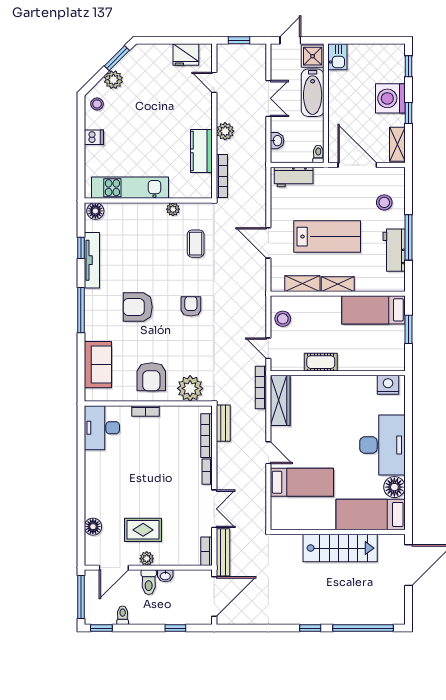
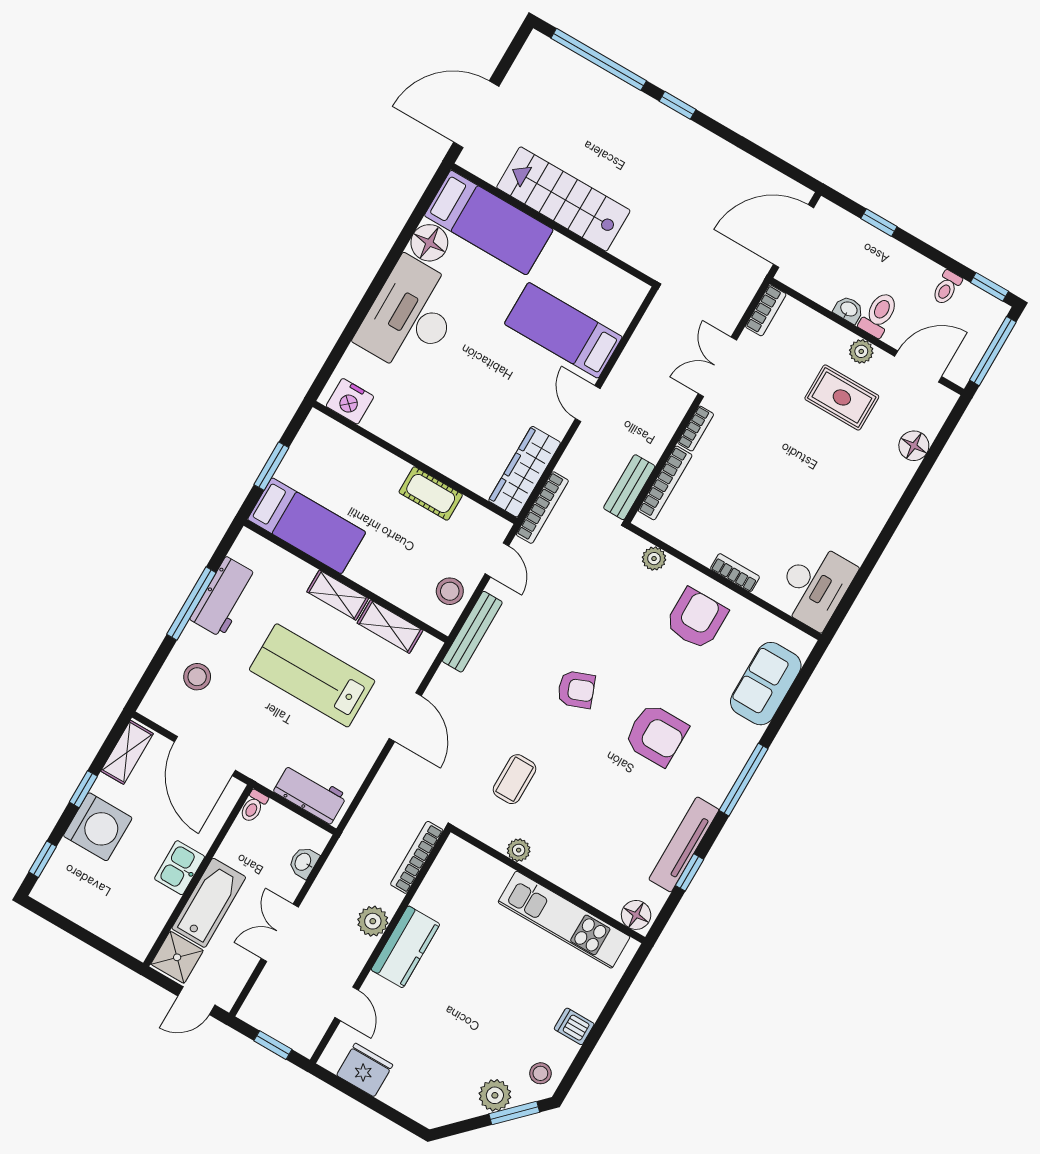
kitchen sink: (337, 57) -> (180, 868), moved
window: (117, 58) -> (514, 1113), moved
kitchen counter: (201, 151) -> (405, 947), moved
armchair: (191, 306) -> (576, 690), turned -111
plant: (190, 388) -> (654, 559), width x0.53, depth x0.53
bench: (223, 552) -> (472, 632), moved

